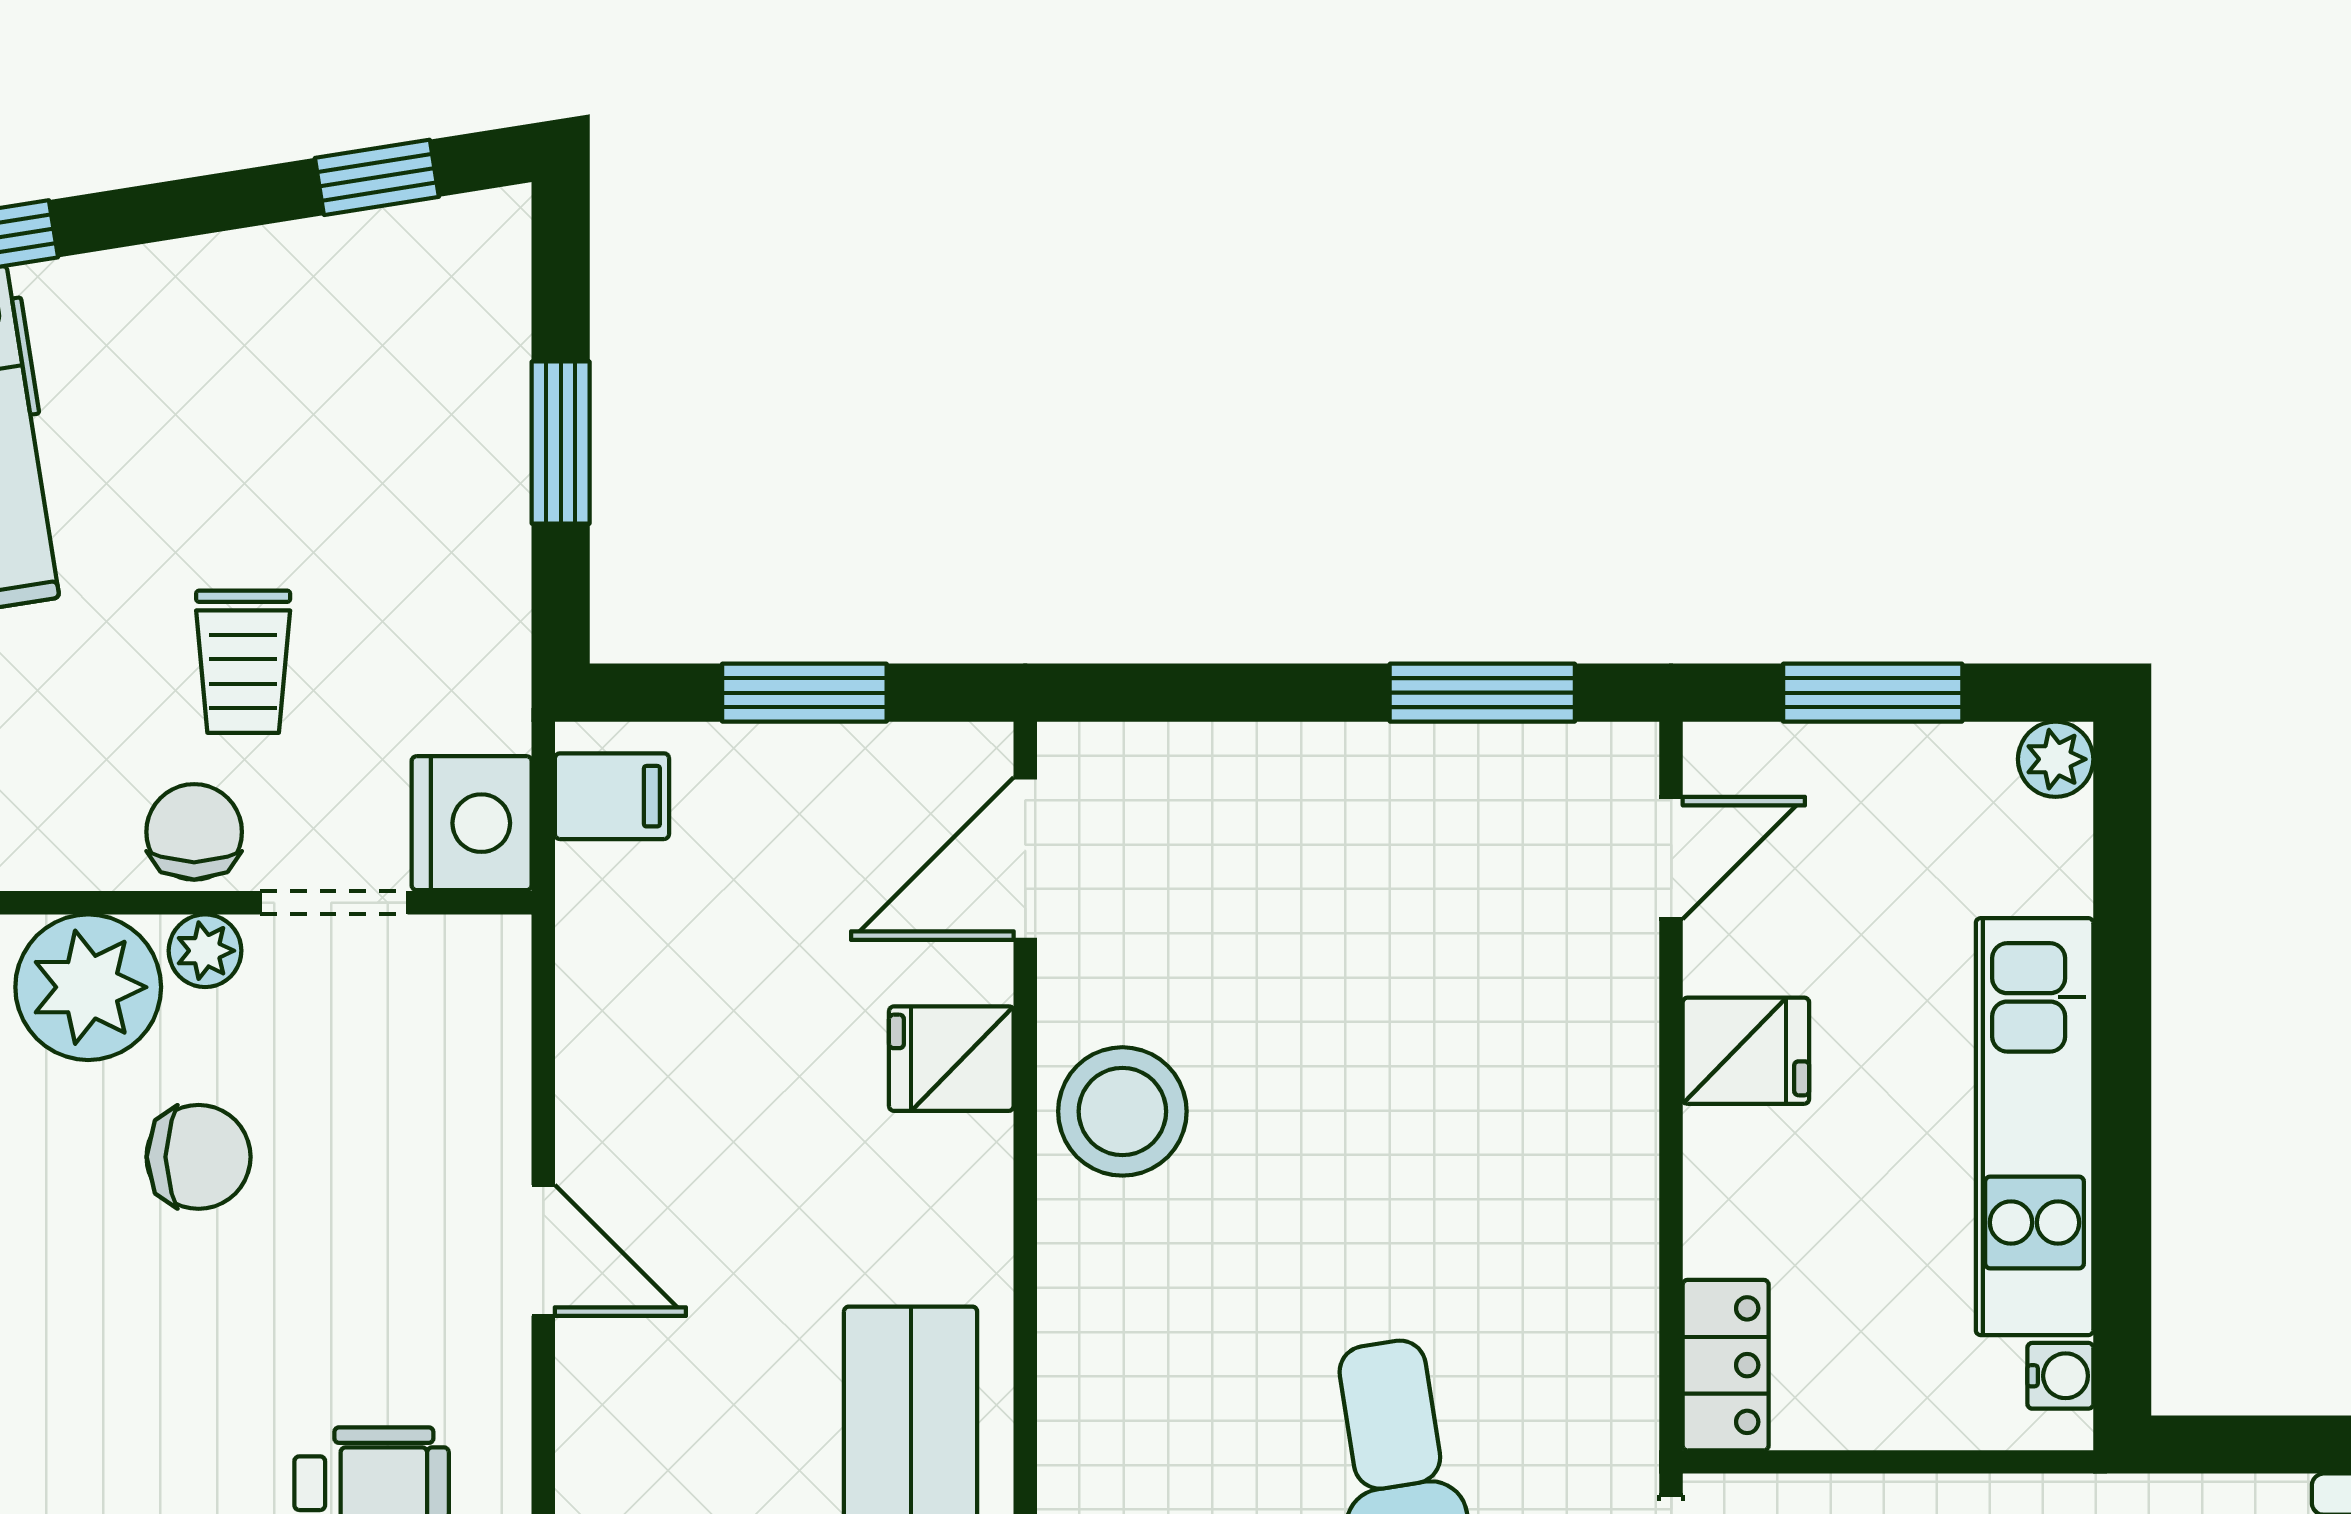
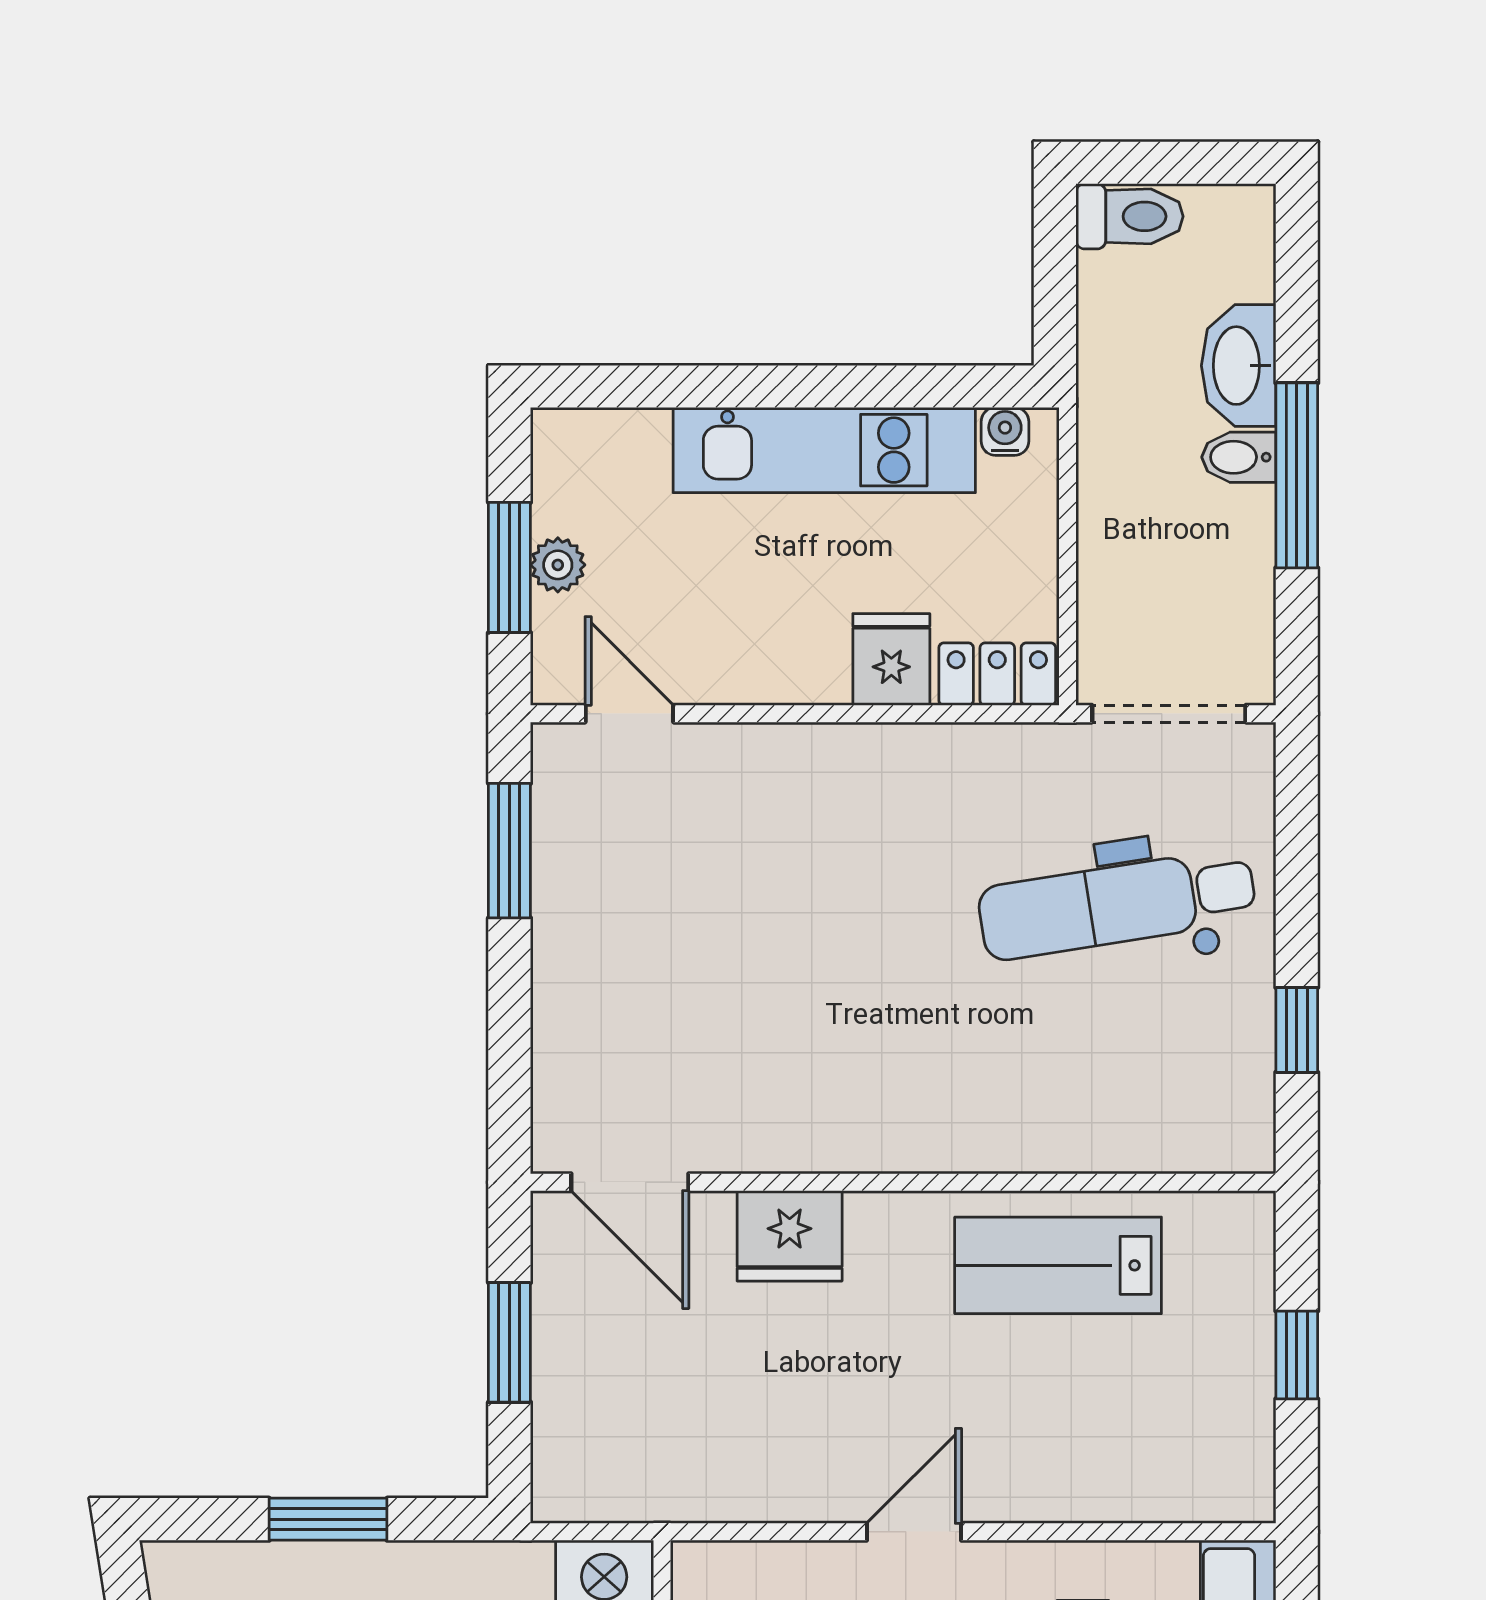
plant: (2056, 759) -> (558, 565), moved
filing cabinet: (612, 796) -> (585, 1482), removed
fridge: (1746, 1051) -> (891, 659), moved
fridge: (951, 1059) -> (790, 1236), width x1.38
stool: (1122, 1111) -> (813, 1112), removed

